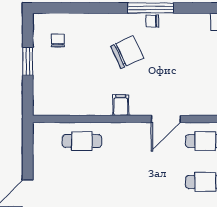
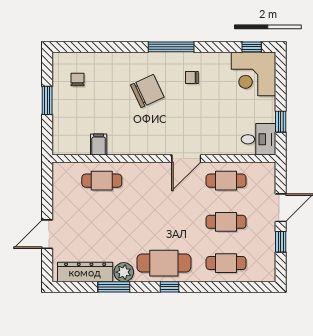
chair: (152, 21) -> (192, 78), moved
filing cabinet: (121, 105) -> (99, 145), moved

